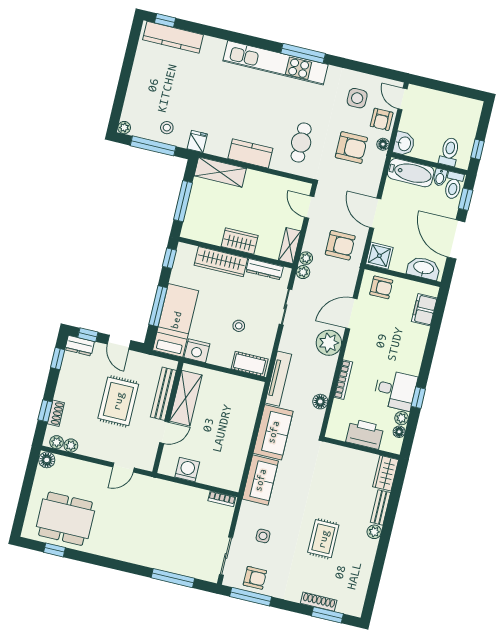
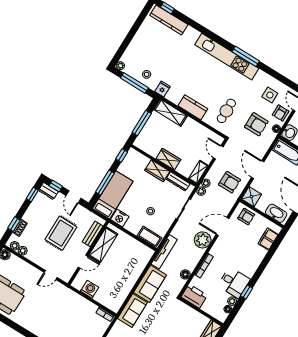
wardrobe: (221, 262) -> (157, 171), width x0.67
bench: (163, 394) -> (93, 234), width x0.73
printer: (365, 434) -> (194, 296), moved

